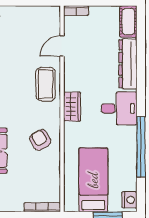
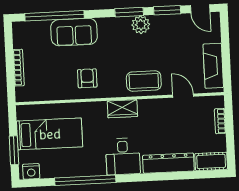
bookcase: (76, 11) -> (220, 121), moved
fireplace: (34, 15) -> (213, 66), added
armchair: (40, 140) -> (87, 78), turned -60
bookcase: (42, 207) -> (19, 68), moved

